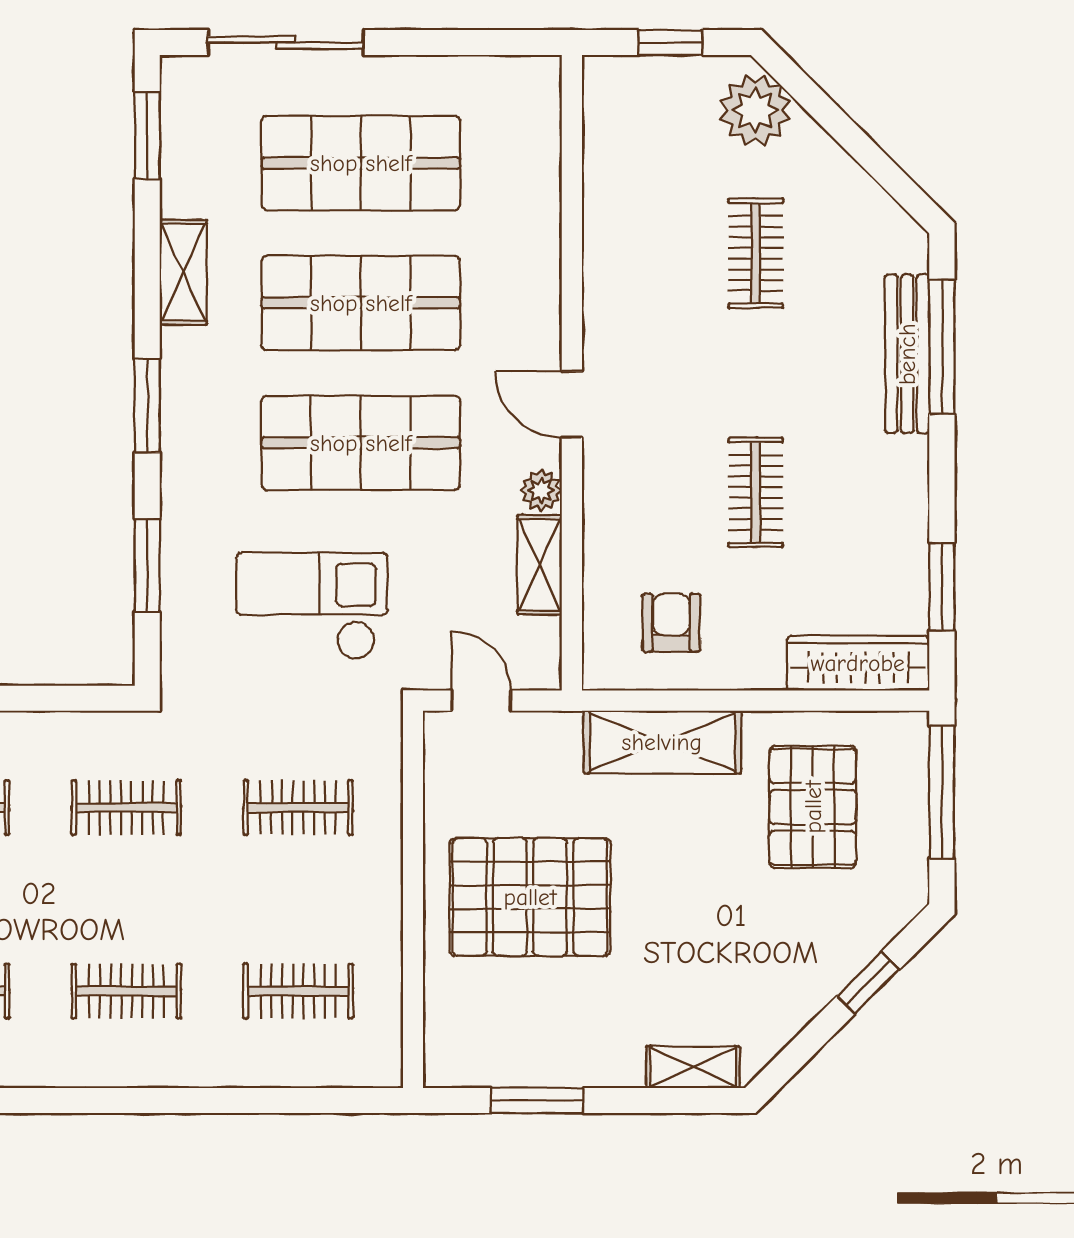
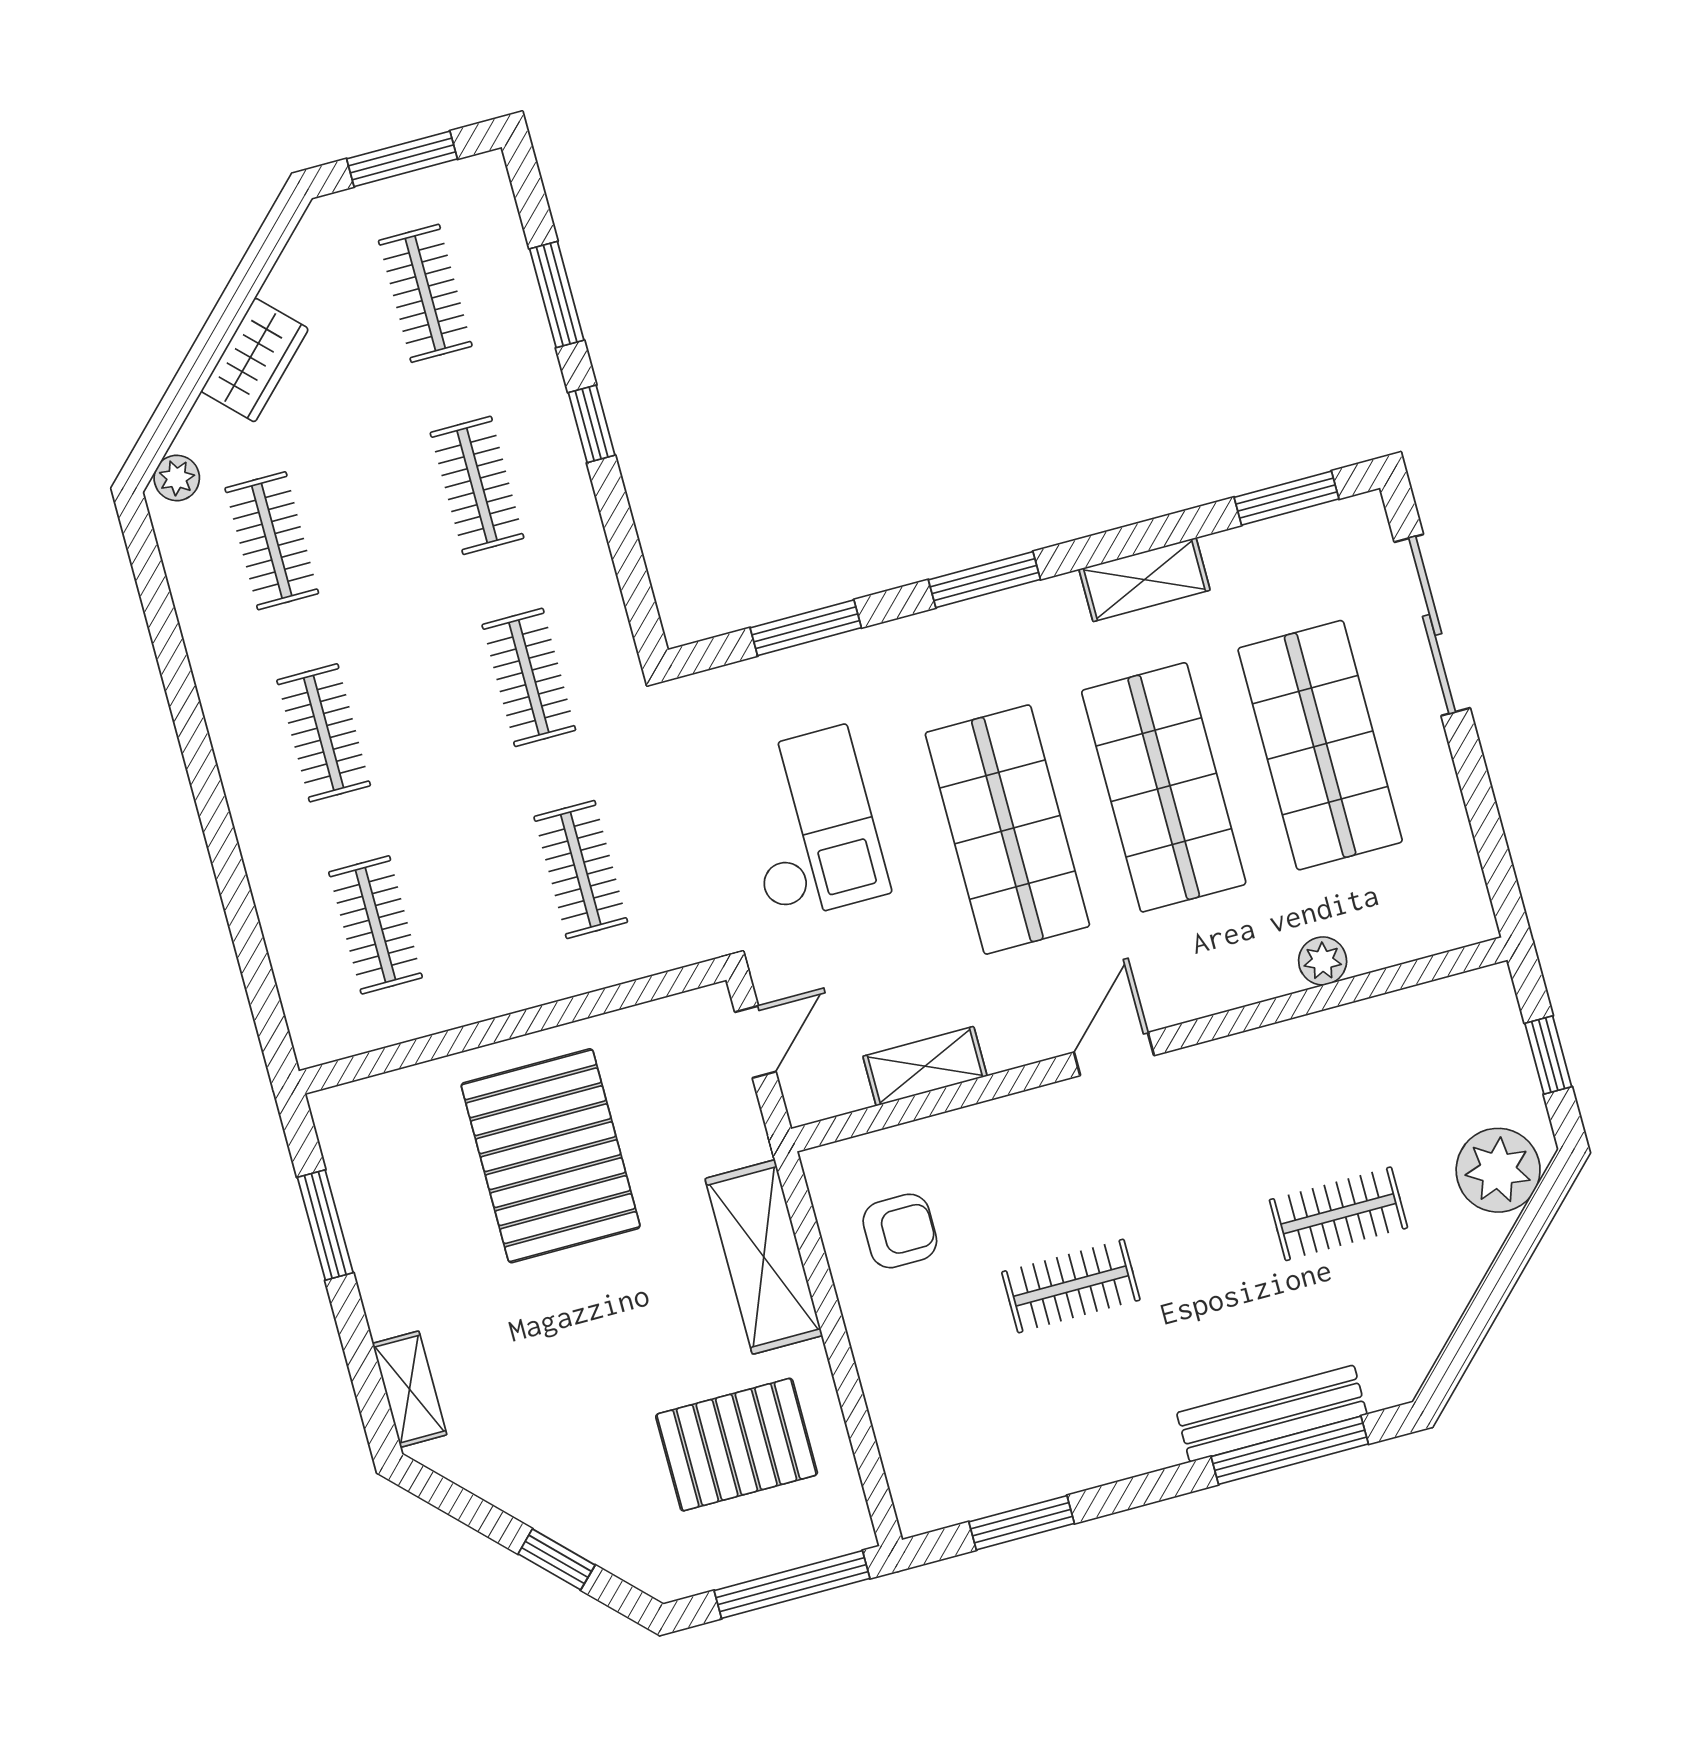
plant: (541, 490) -> (1323, 961), moved
wardrobe: (858, 663) -> (911, 1452), removed

